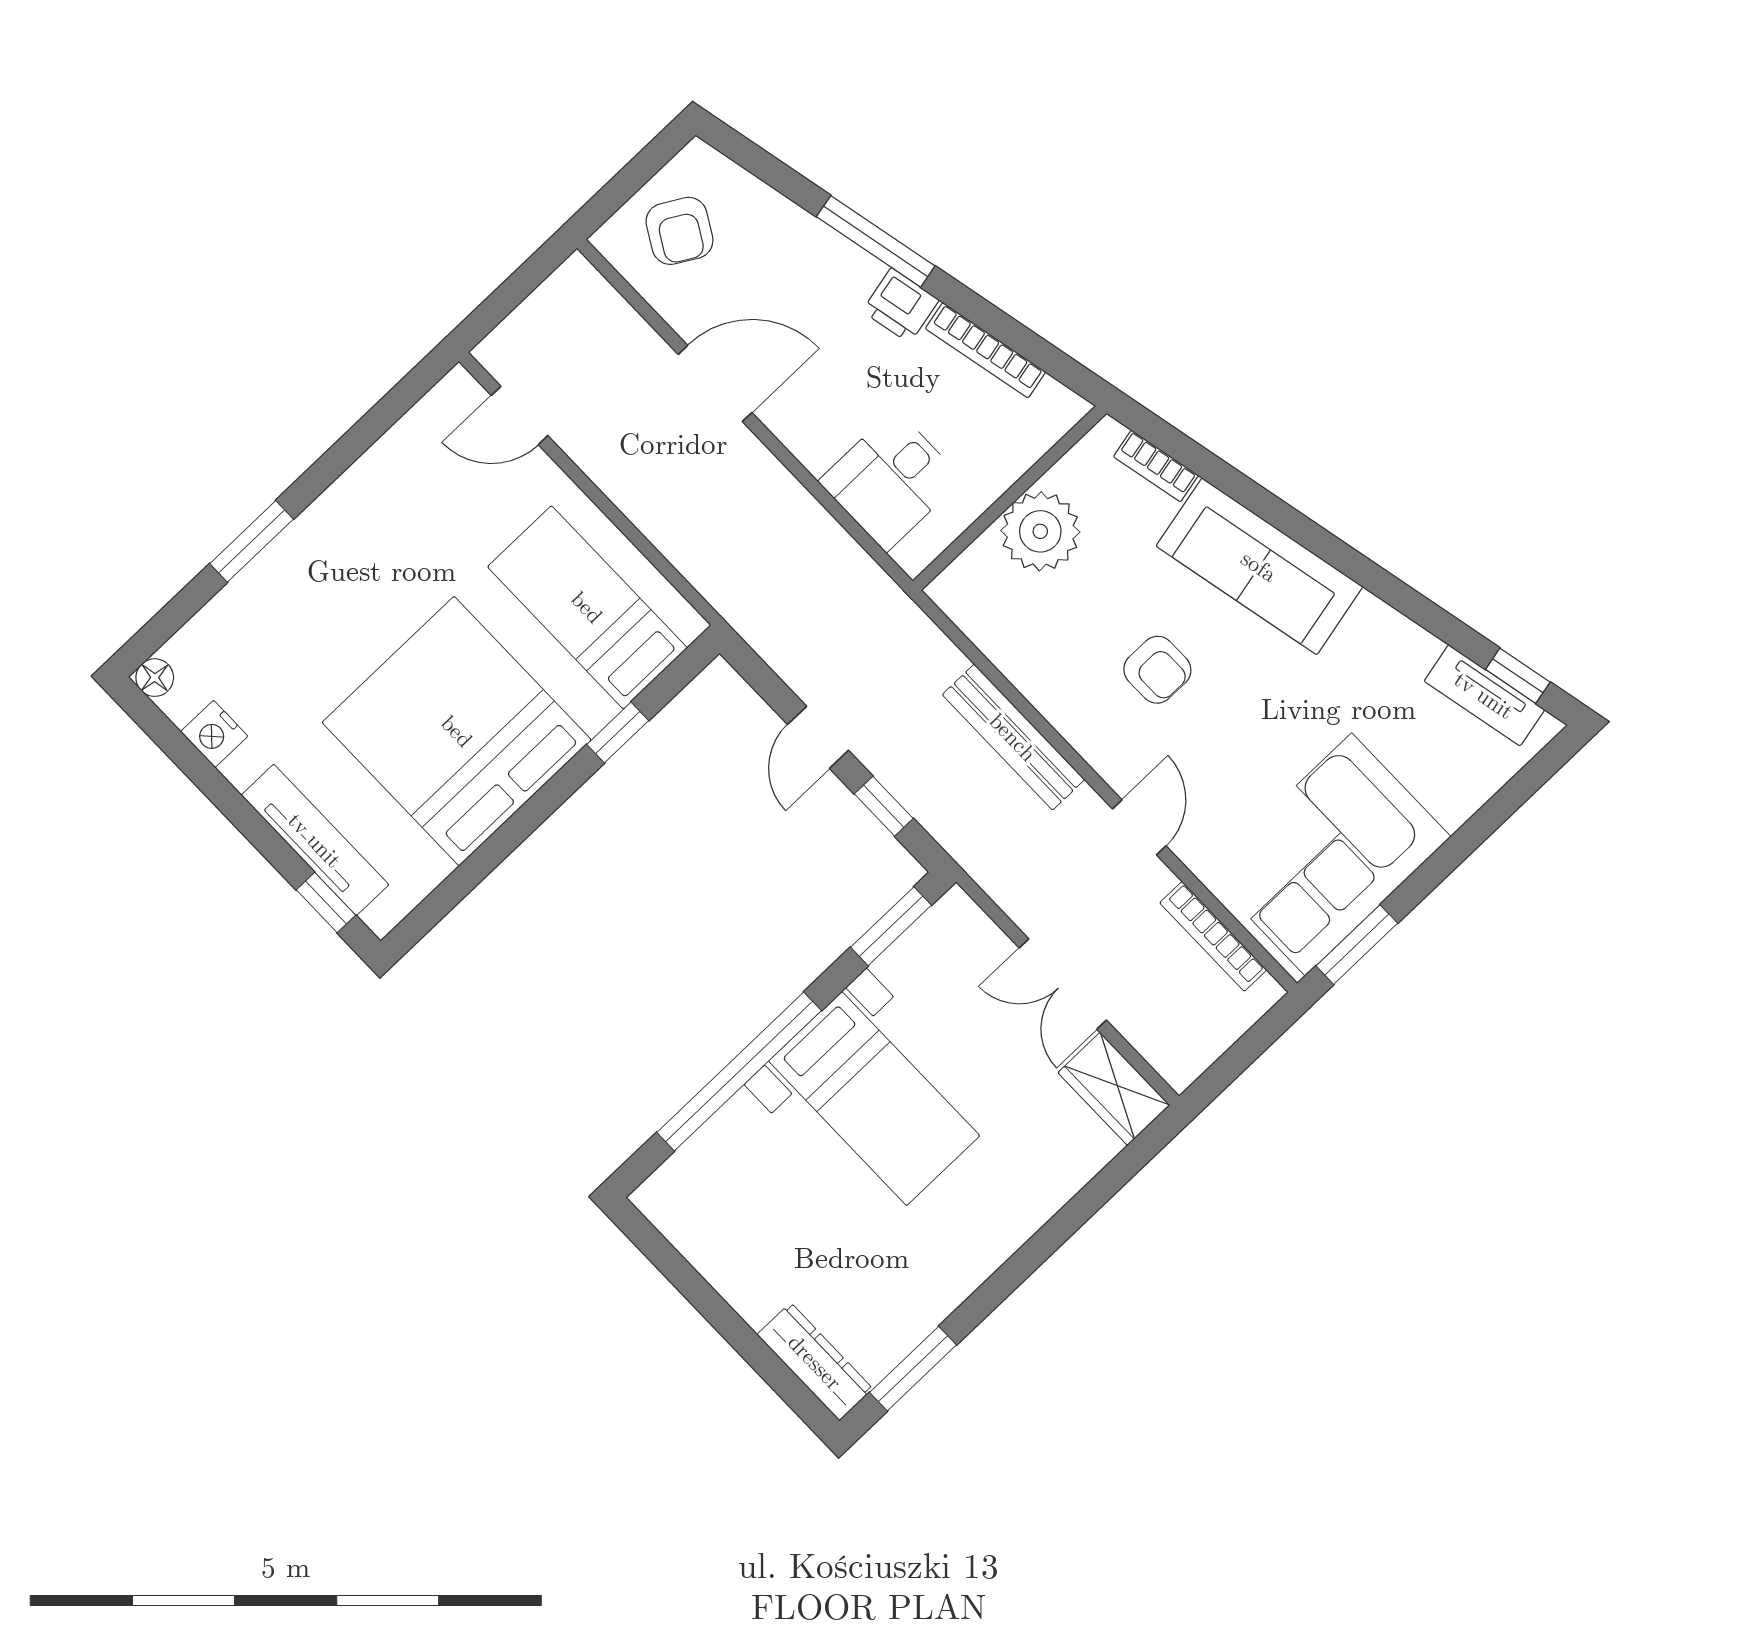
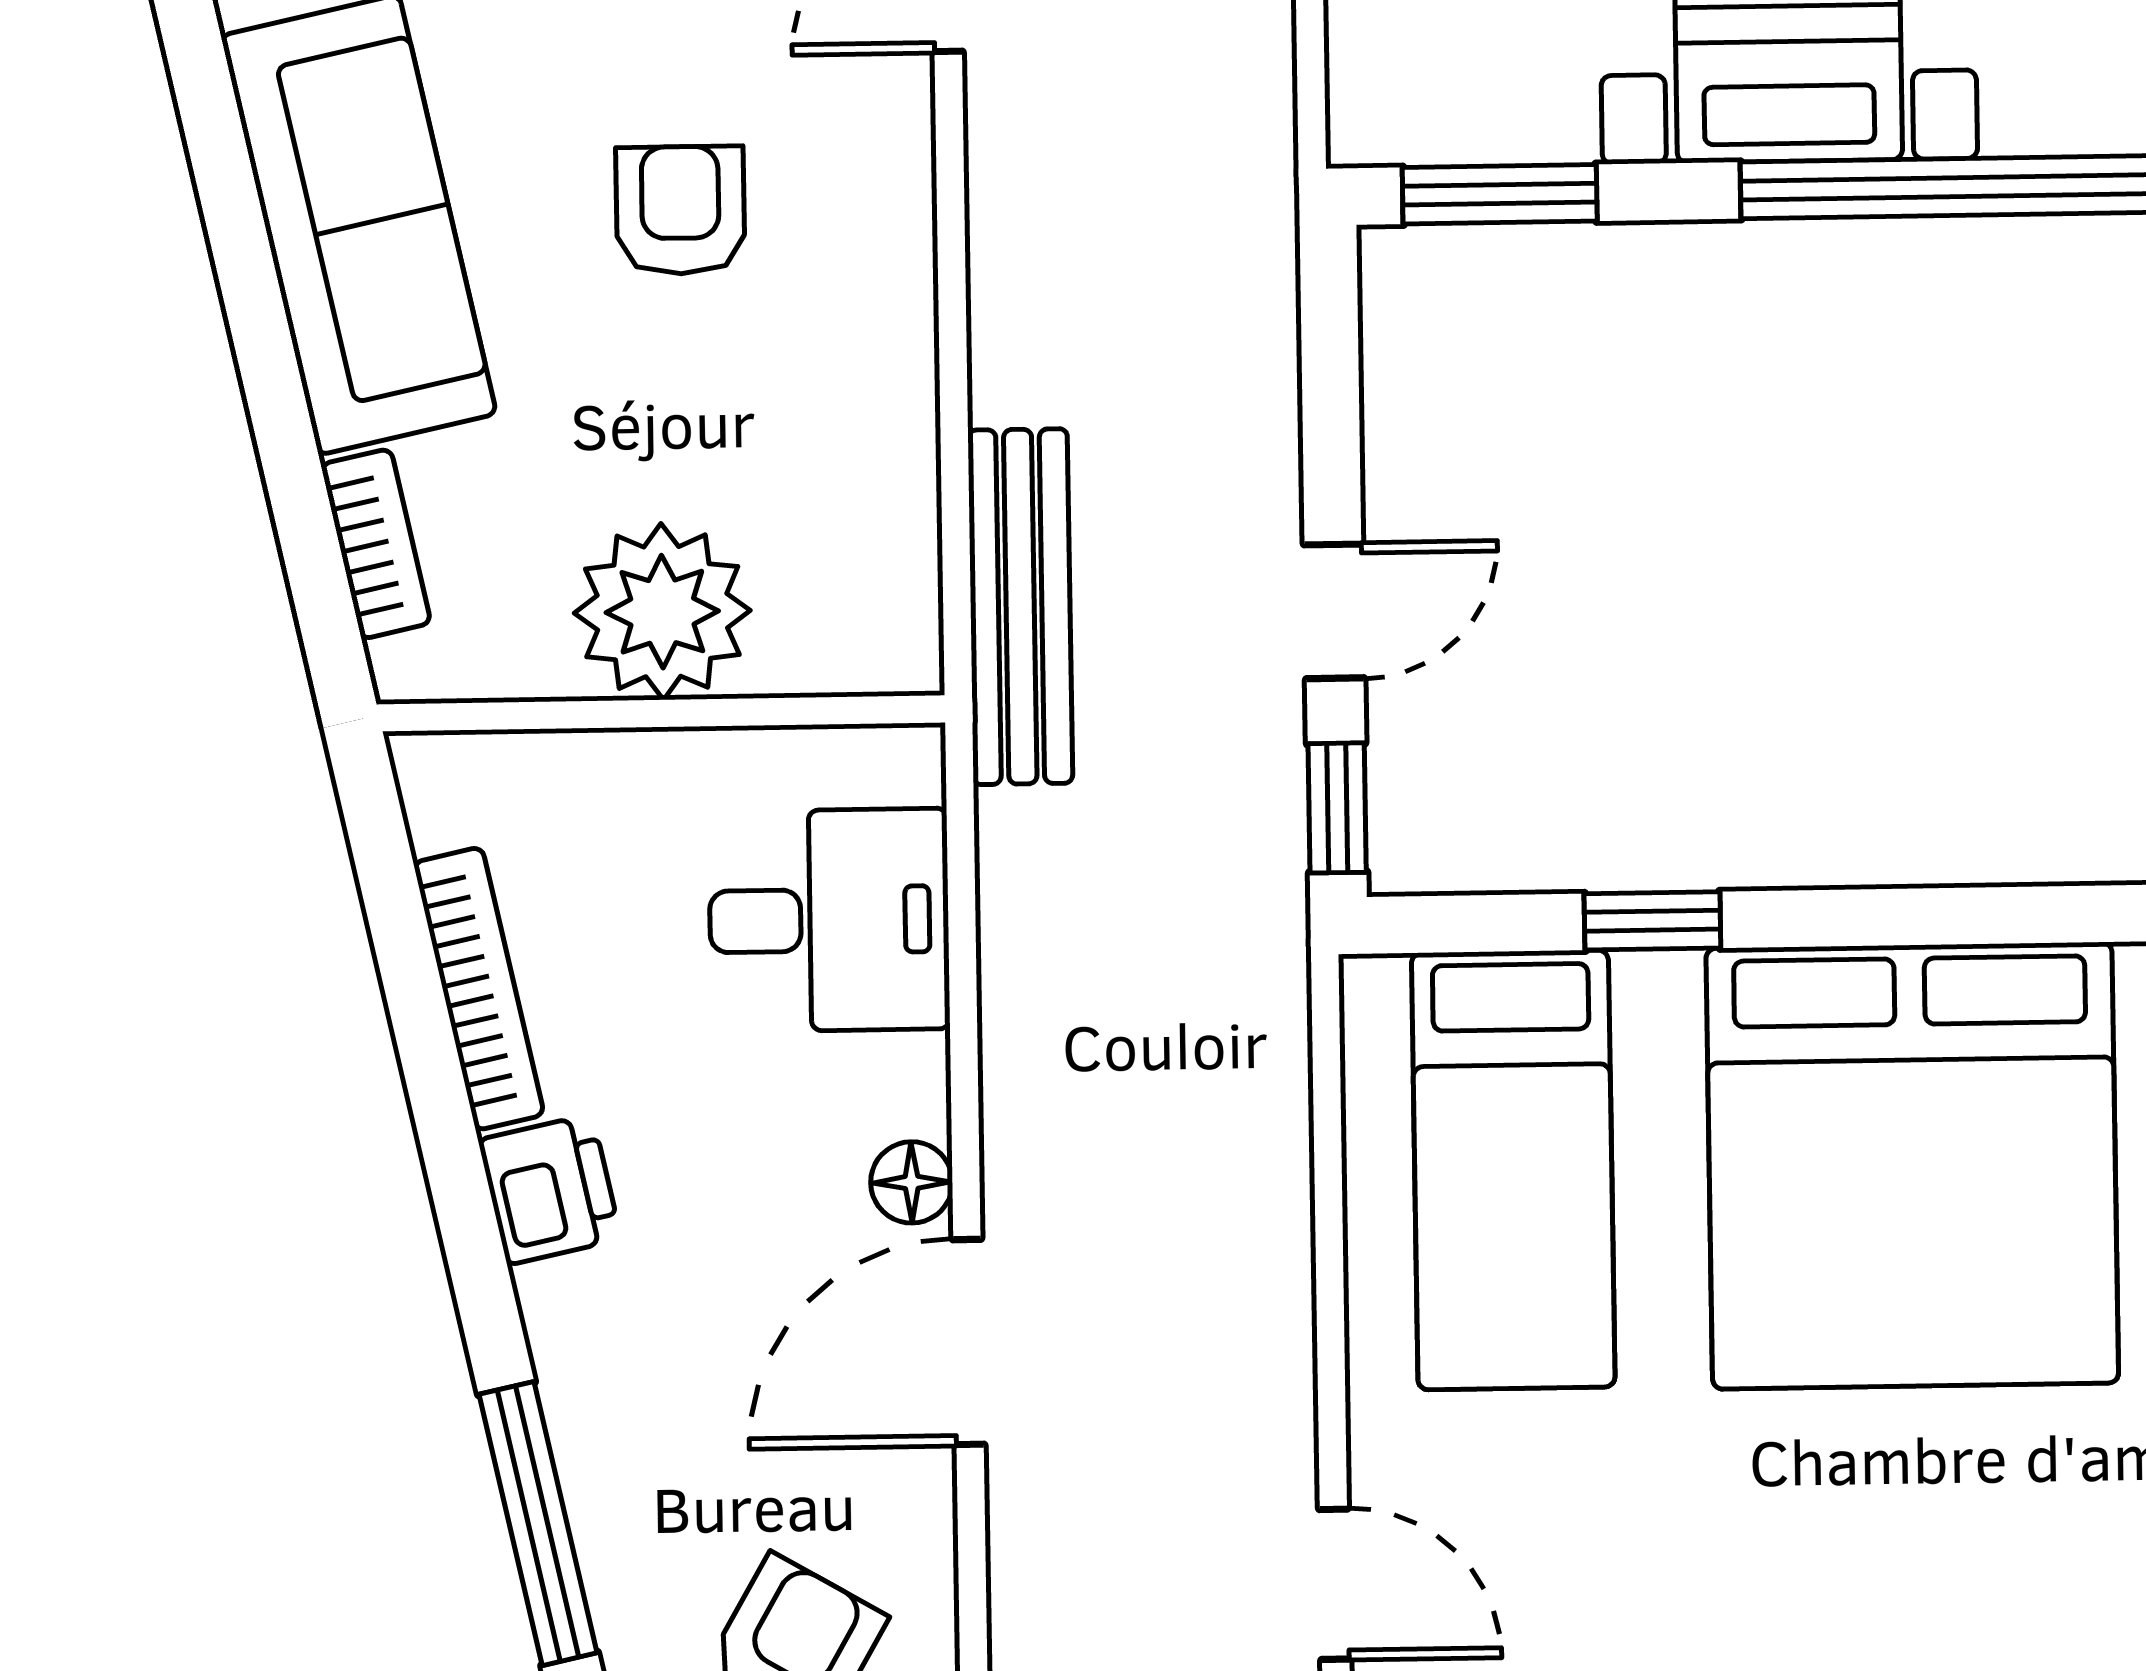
window: (876, 241) -> (538, 1524), moved
door: (715, 383) -> (969, 1342), hinge flipped
floor lamp: (783, 419) -> (912, 1182), added
bench: (1013, 737) -> (1020, 607), moved
window: (884, 806) -> (1337, 808), moved

